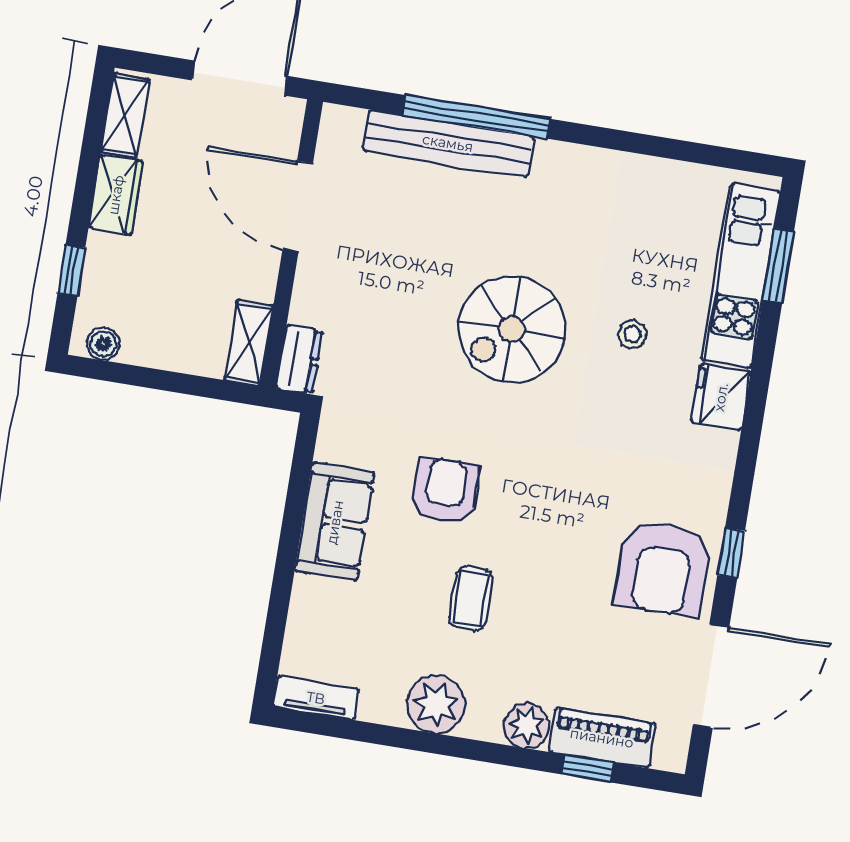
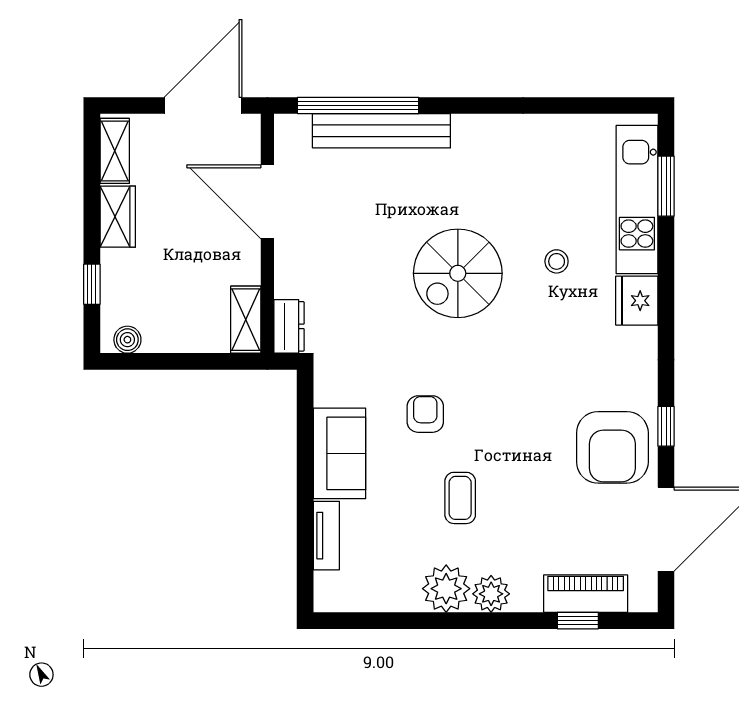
window: (476, 117) -> (358, 105), moved
armchair: (445, 491) -> (425, 414), width x0.72, depth x0.72
tv unit: (316, 698) -> (326, 536), moved, turned 90
plant: (526, 726) -> (491, 594), moved

